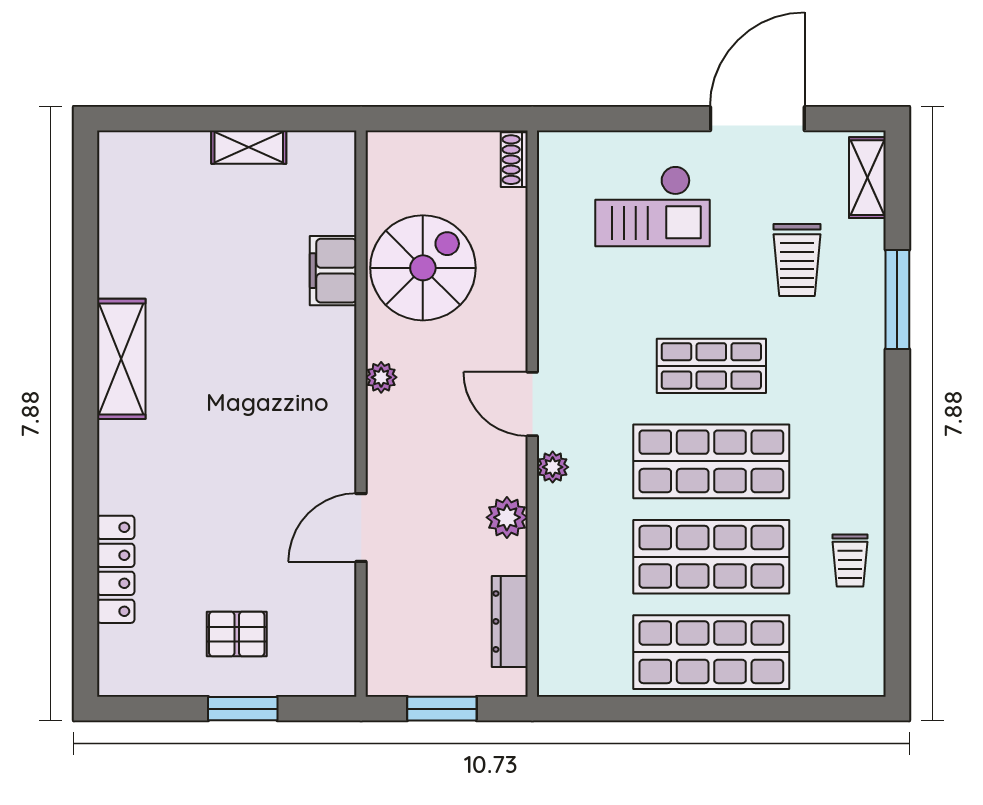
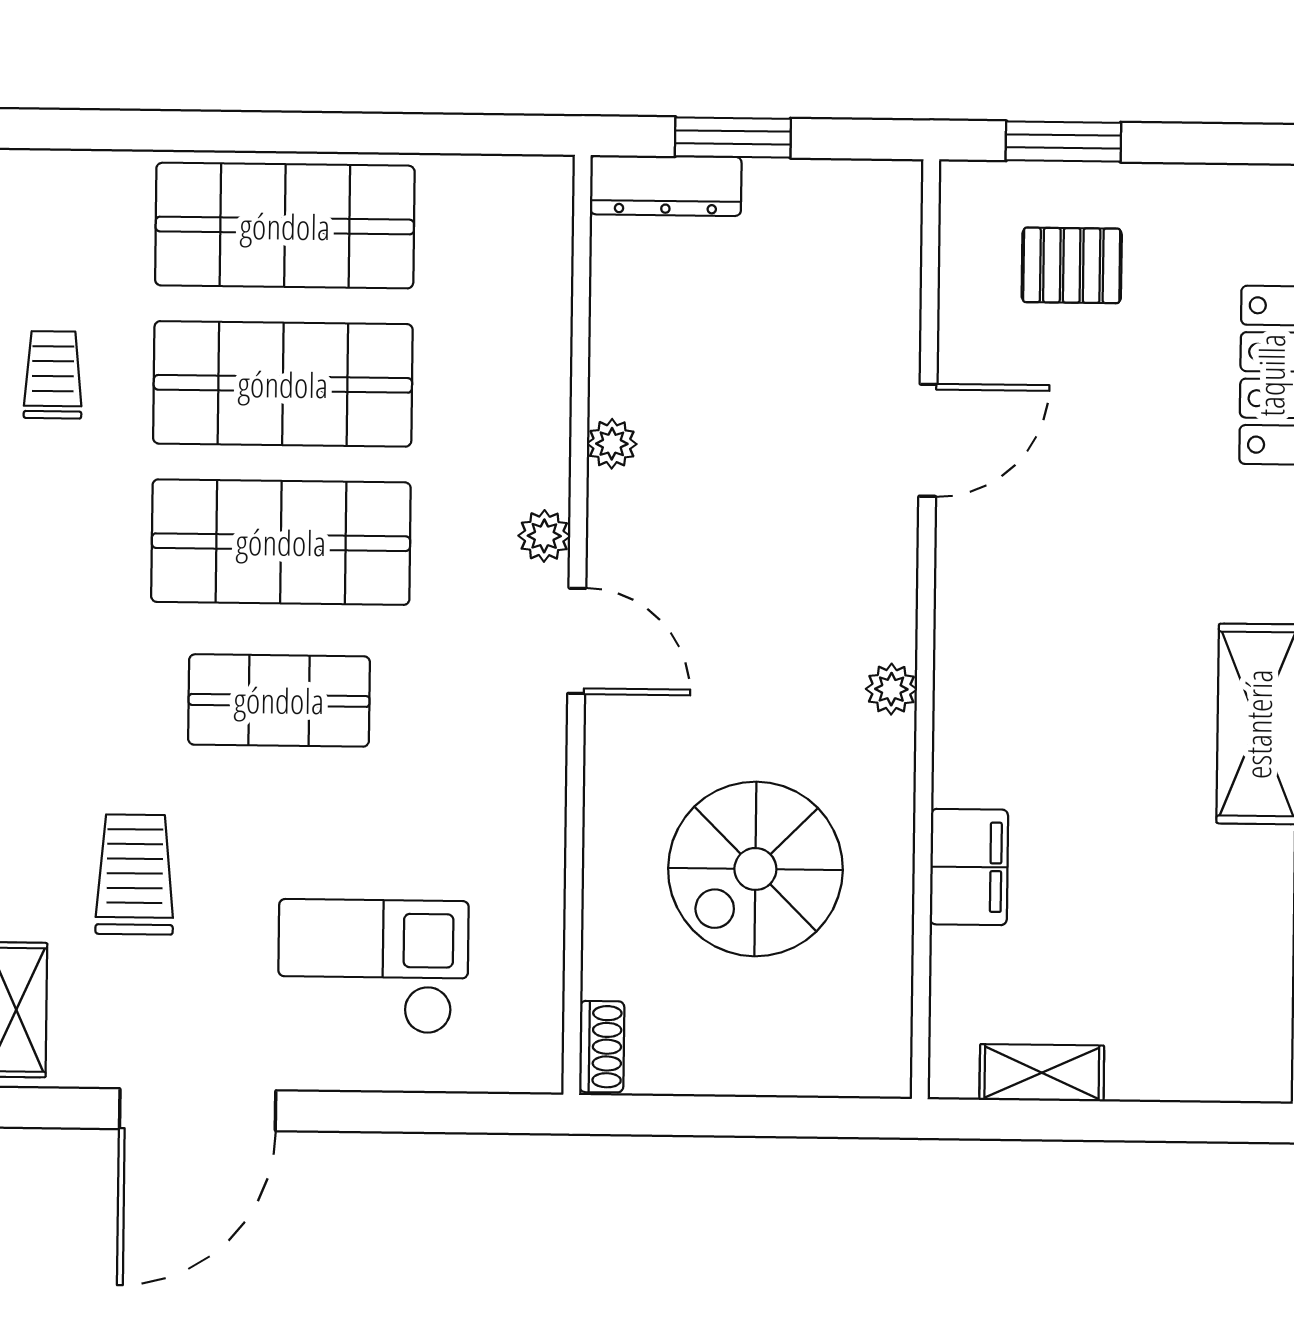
filing cabinet: (333, 271) -> (969, 867), moved
plant: (381, 377) -> (891, 689), moved
wall: (361, 414) -> (926, 629), moved
plant: (507, 517) -> (612, 444), width x0.73, depth x0.73
door: (361, 528) -> (928, 440), moved
dresser: (510, 621) -> (666, 186), moved, turned 90

